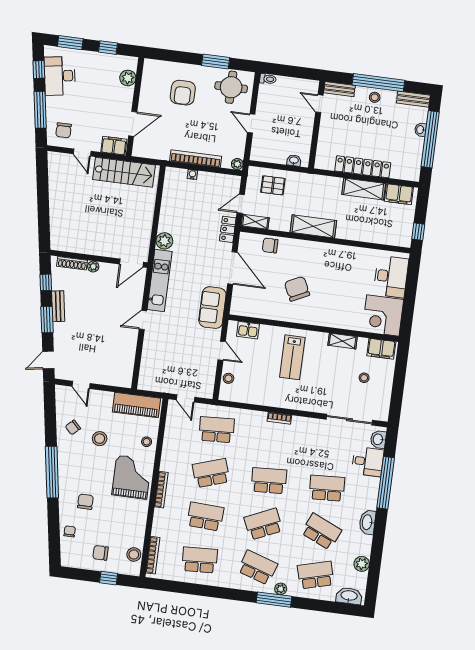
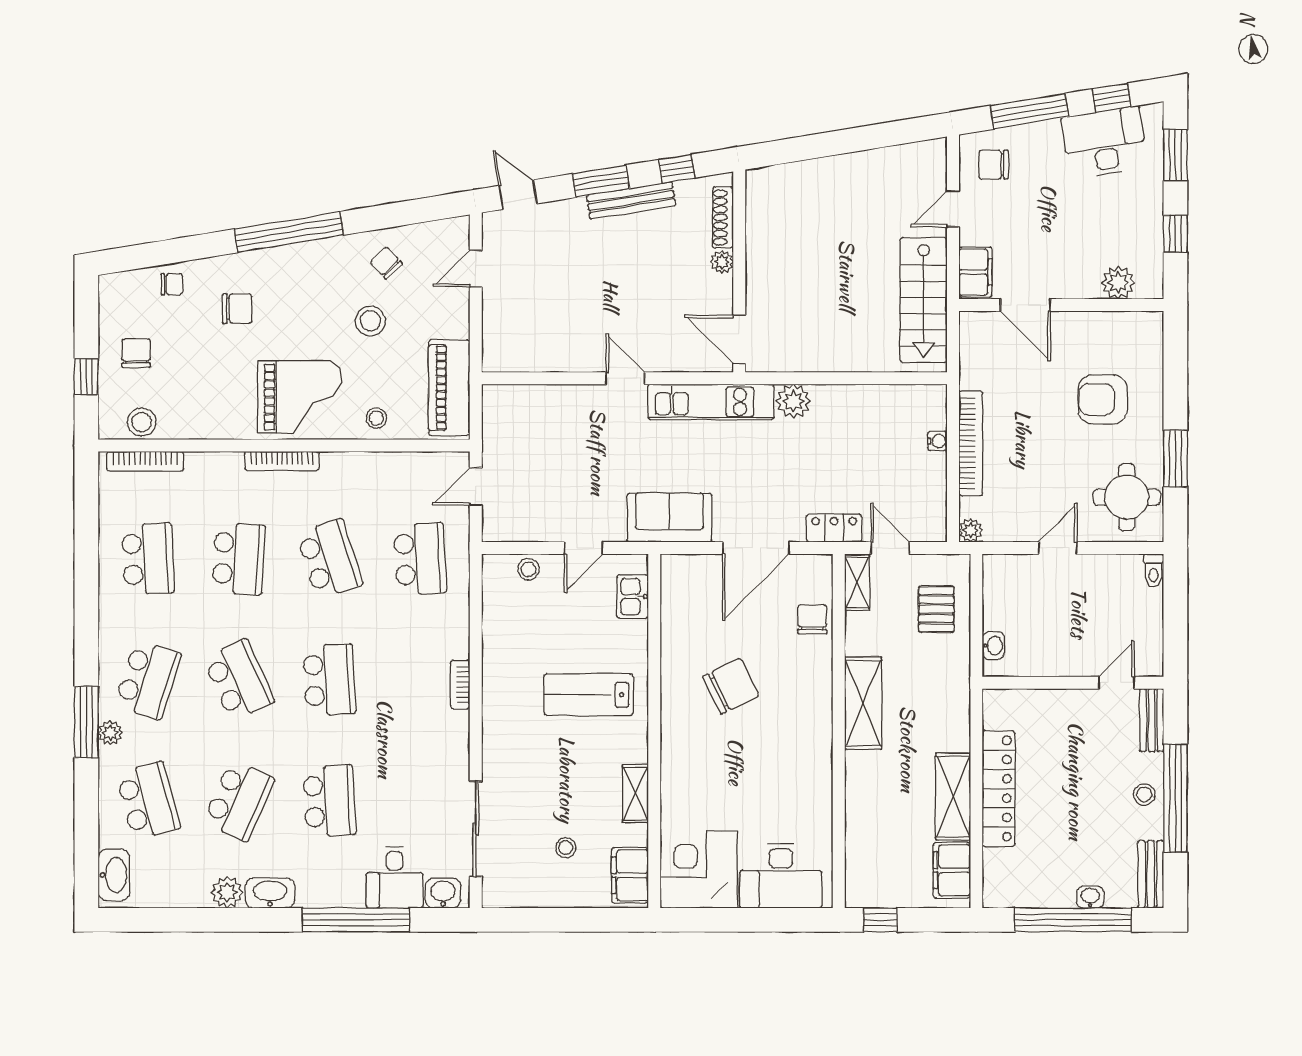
bench: (58, 306) -> (631, 200), width x1.36
plant: (362, 564) -> (227, 892), moved

